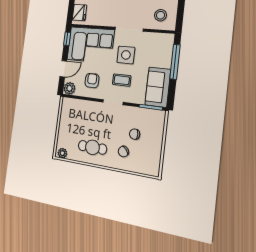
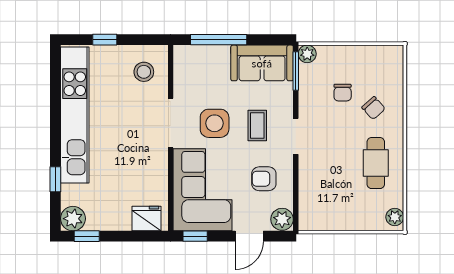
door: (63, 69) -> (249, 236), swing flipped
plant: (160, 116) -> (307, 54), added

